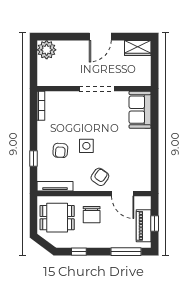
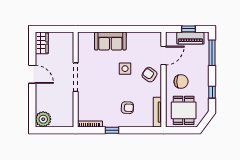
sofa: (140, 110) -> (110, 41), moved
side table: (86, 146) -> (125, 69), moved
window: (33, 158) -> (112, 130), moved

